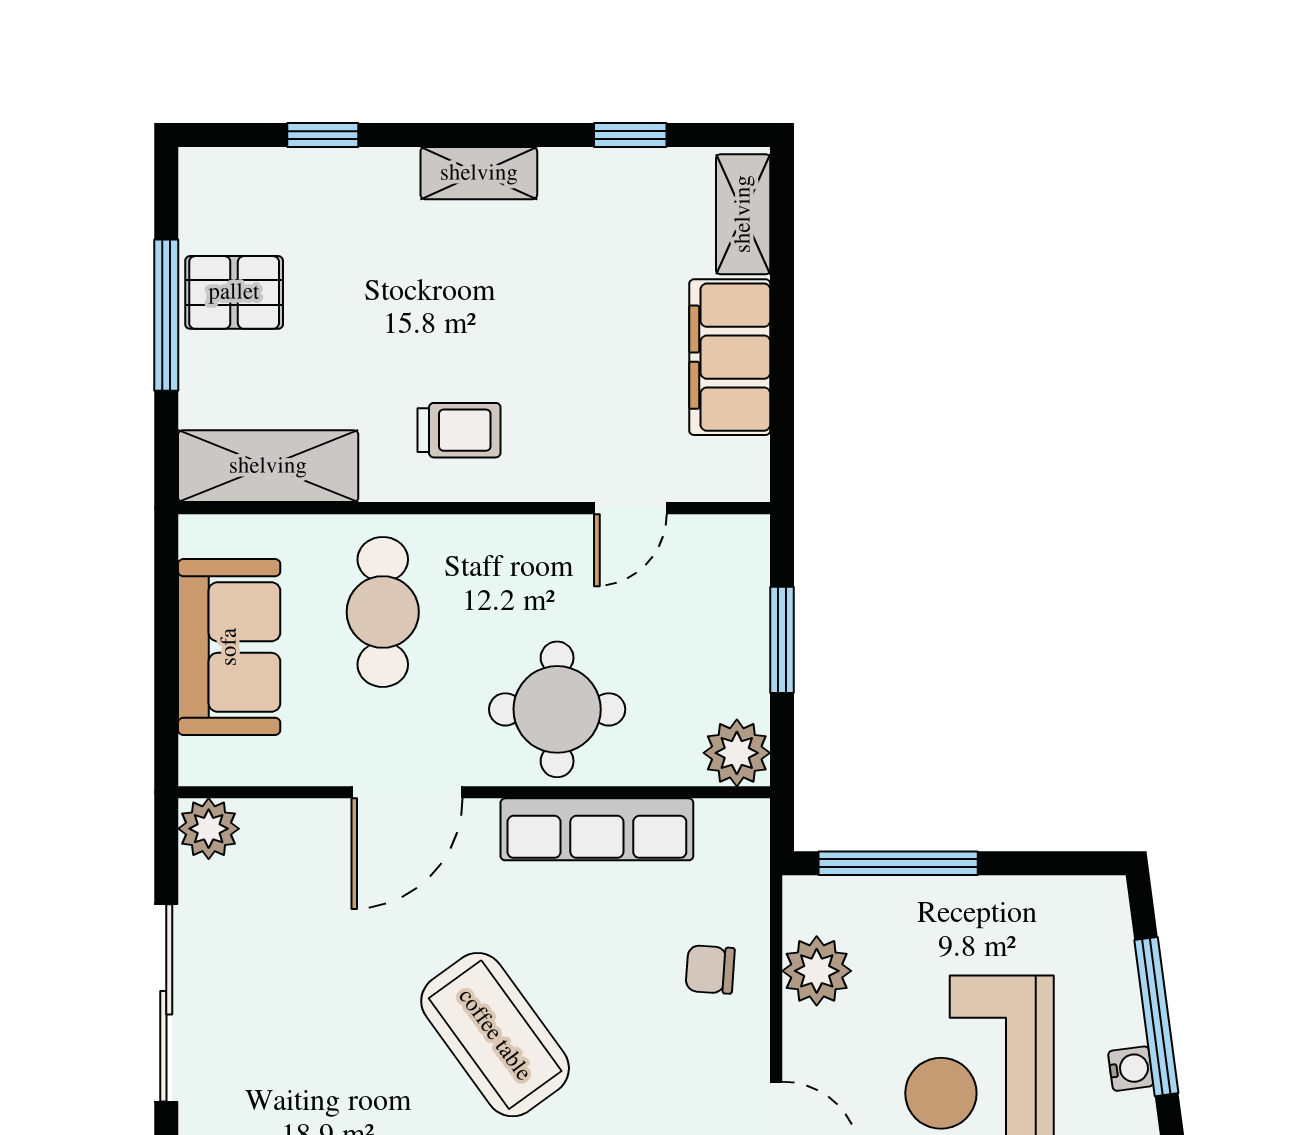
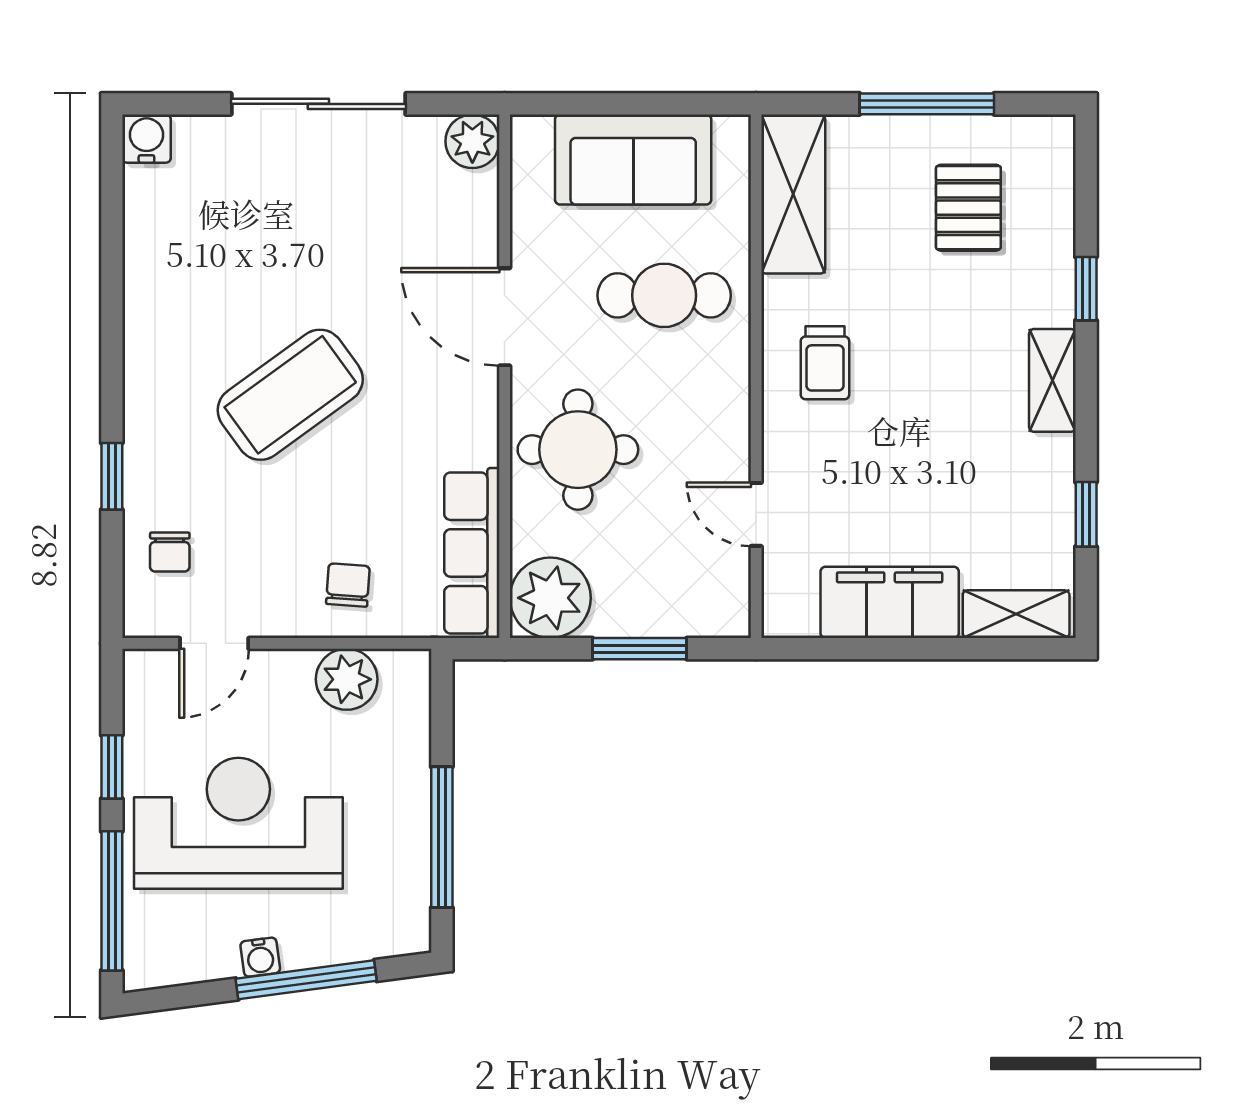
window: (323, 135) -> (1086, 289), moved
pallet: (234, 292) -> (968, 208), moved
plant: (737, 753) -> (550, 598), width x1.36, depth x1.36
row of seats: (597, 829) -> (472, 553), moved
window: (898, 863) -> (442, 837), moved

